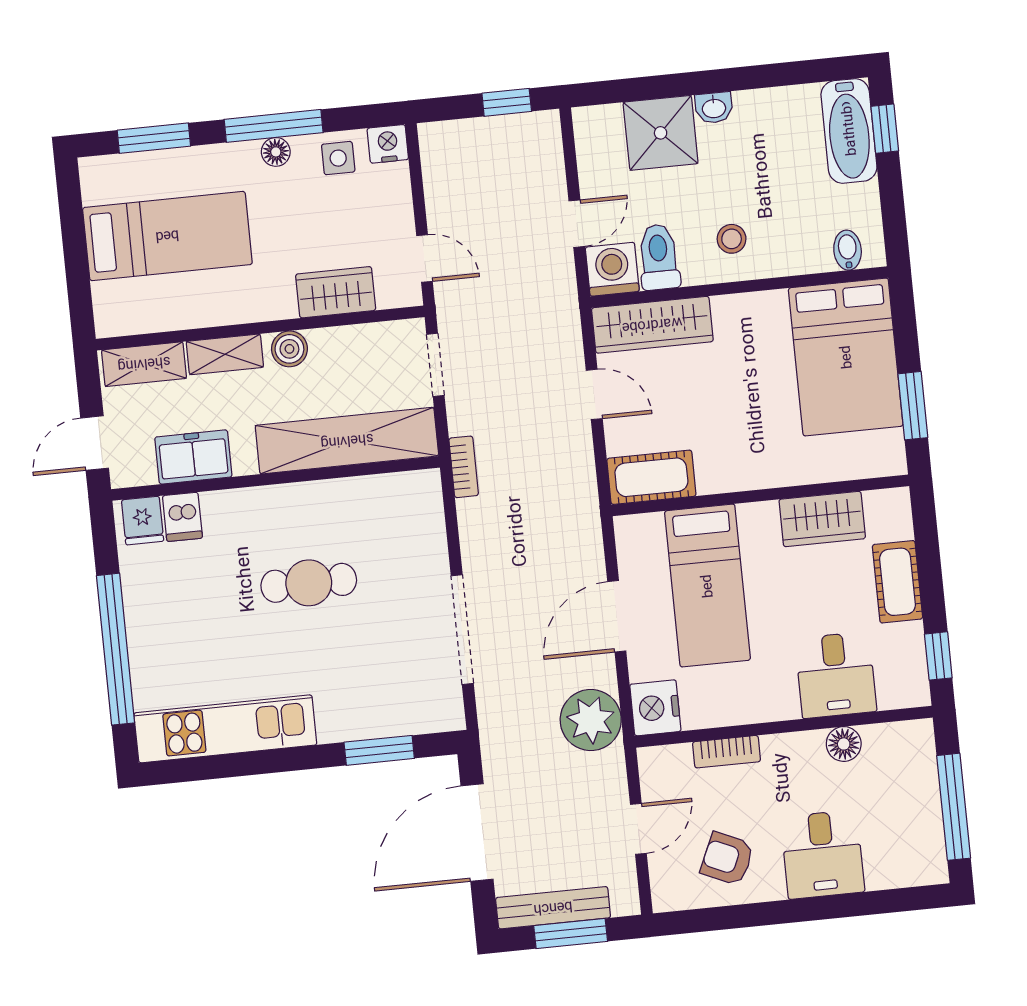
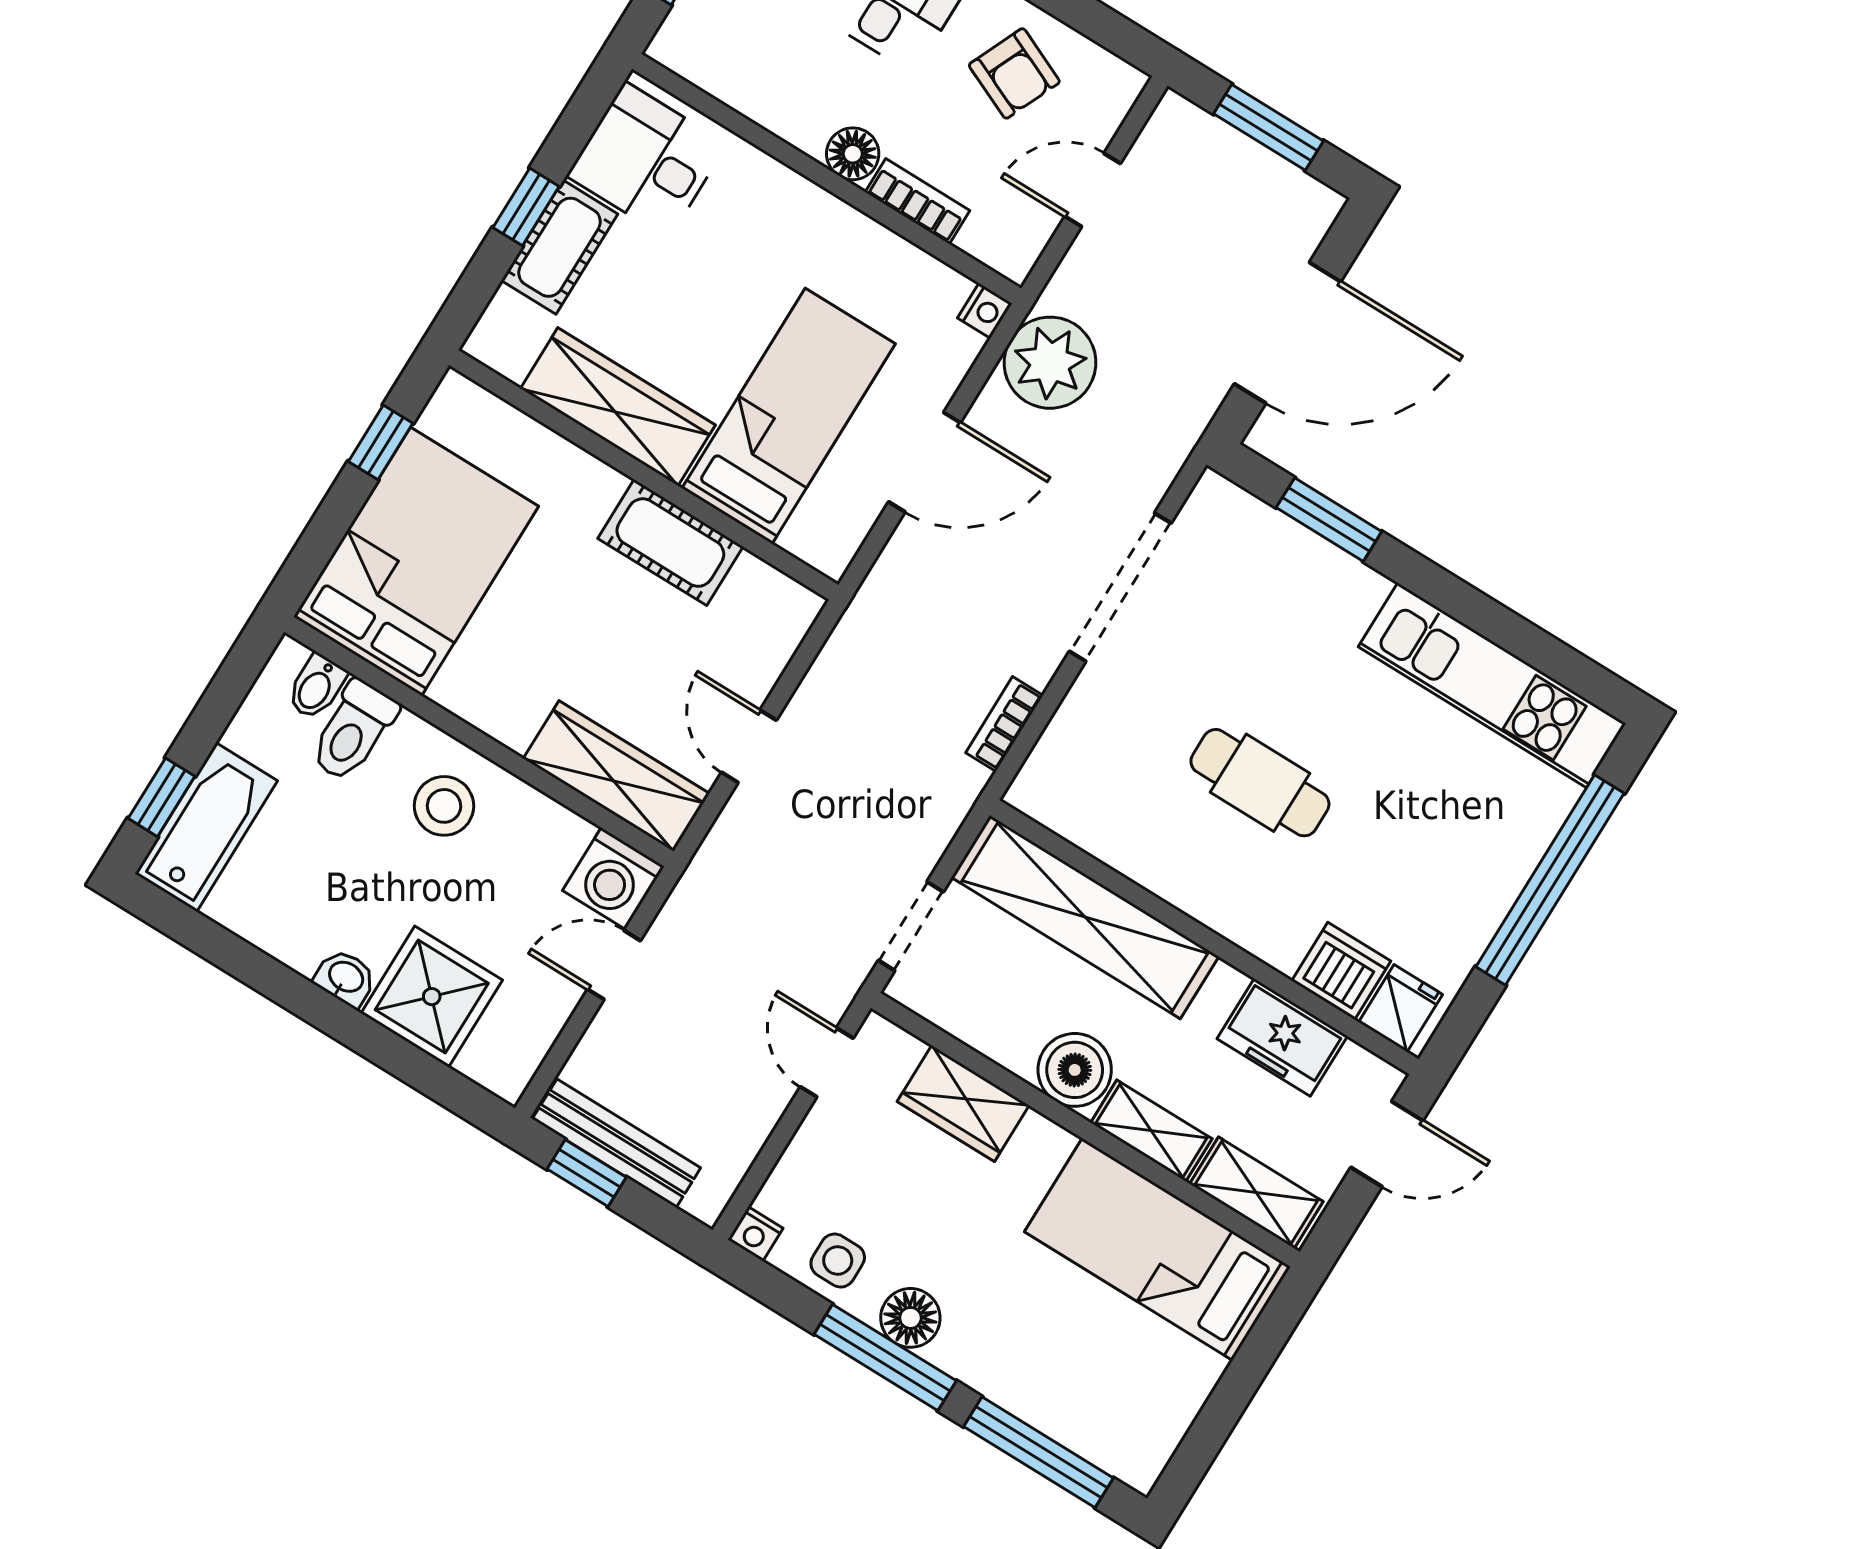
window: (154, 138) -> (1039, 1452), width x1.44
nightstand: (388, 144) -> (755, 1234), width x0.72, depth x0.74
floor lamp: (276, 152) -> (910, 1318), width x1.37, depth x1.37
bed: (167, 236) -> (1158, 1249), moved
stool: (732, 239) -> (444, 806), width x1.37, depth x1.37
toilet: (659, 257) -> (353, 731), moved
boiler: (289, 349) -> (1075, 1070), width x1.36, depth x1.36
window: (913, 406) -> (381, 442), width x0.67
bookcase: (464, 467) -> (1004, 724), moved
cot: (651, 477) -> (670, 543), moved
dishwasher: (182, 517) -> (1341, 971), width x1.38
wardrobe: (822, 519) -> (618, 407), width x1.50
window: (938, 656) -> (526, 207), moved
desk: (836, 675) -> (647, 160), moved, turned -90
nightstand: (655, 708) -> (985, 311), width x0.53, depth x0.56
floor lamp: (844, 744) -> (853, 154), moved
bench: (553, 908) -> (616, 1143), moved

